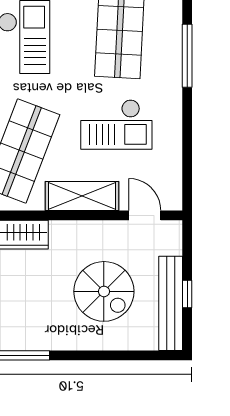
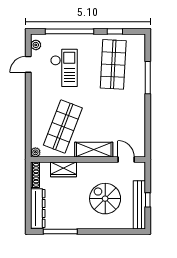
checkout: (116, 124) -> (111, 113), removed
spiral stairs: (104, 291) -> (105, 199), turned 180

